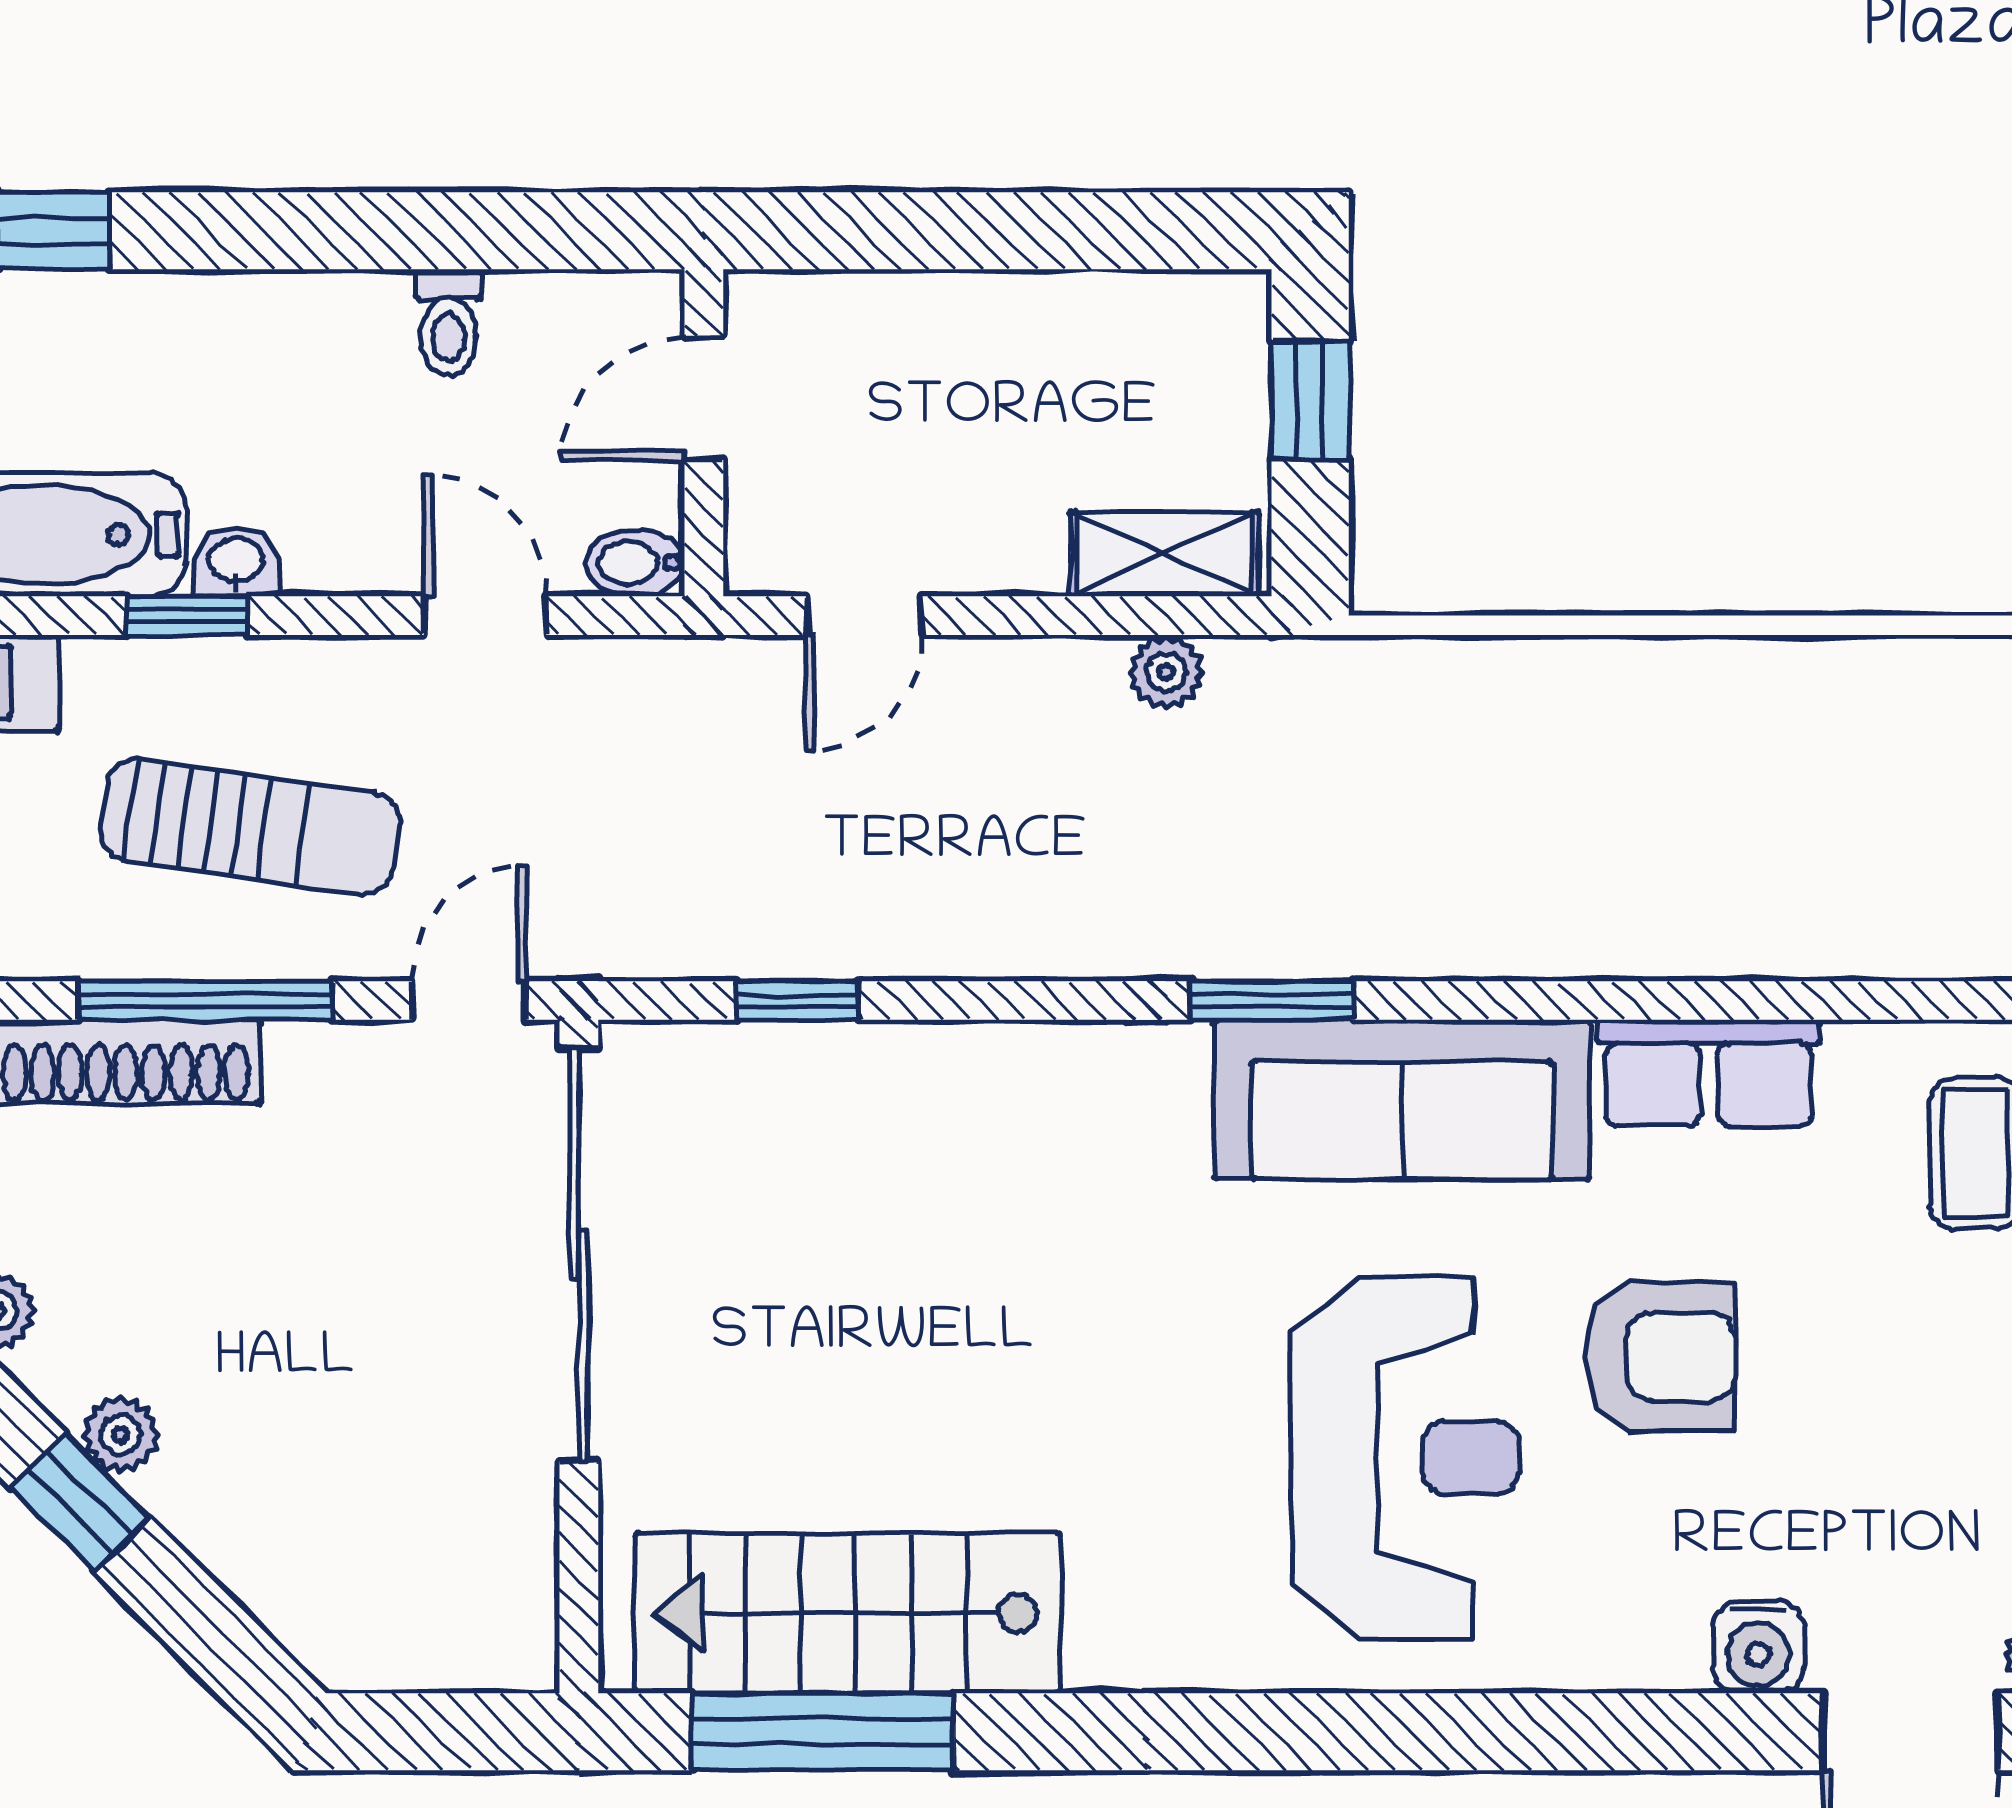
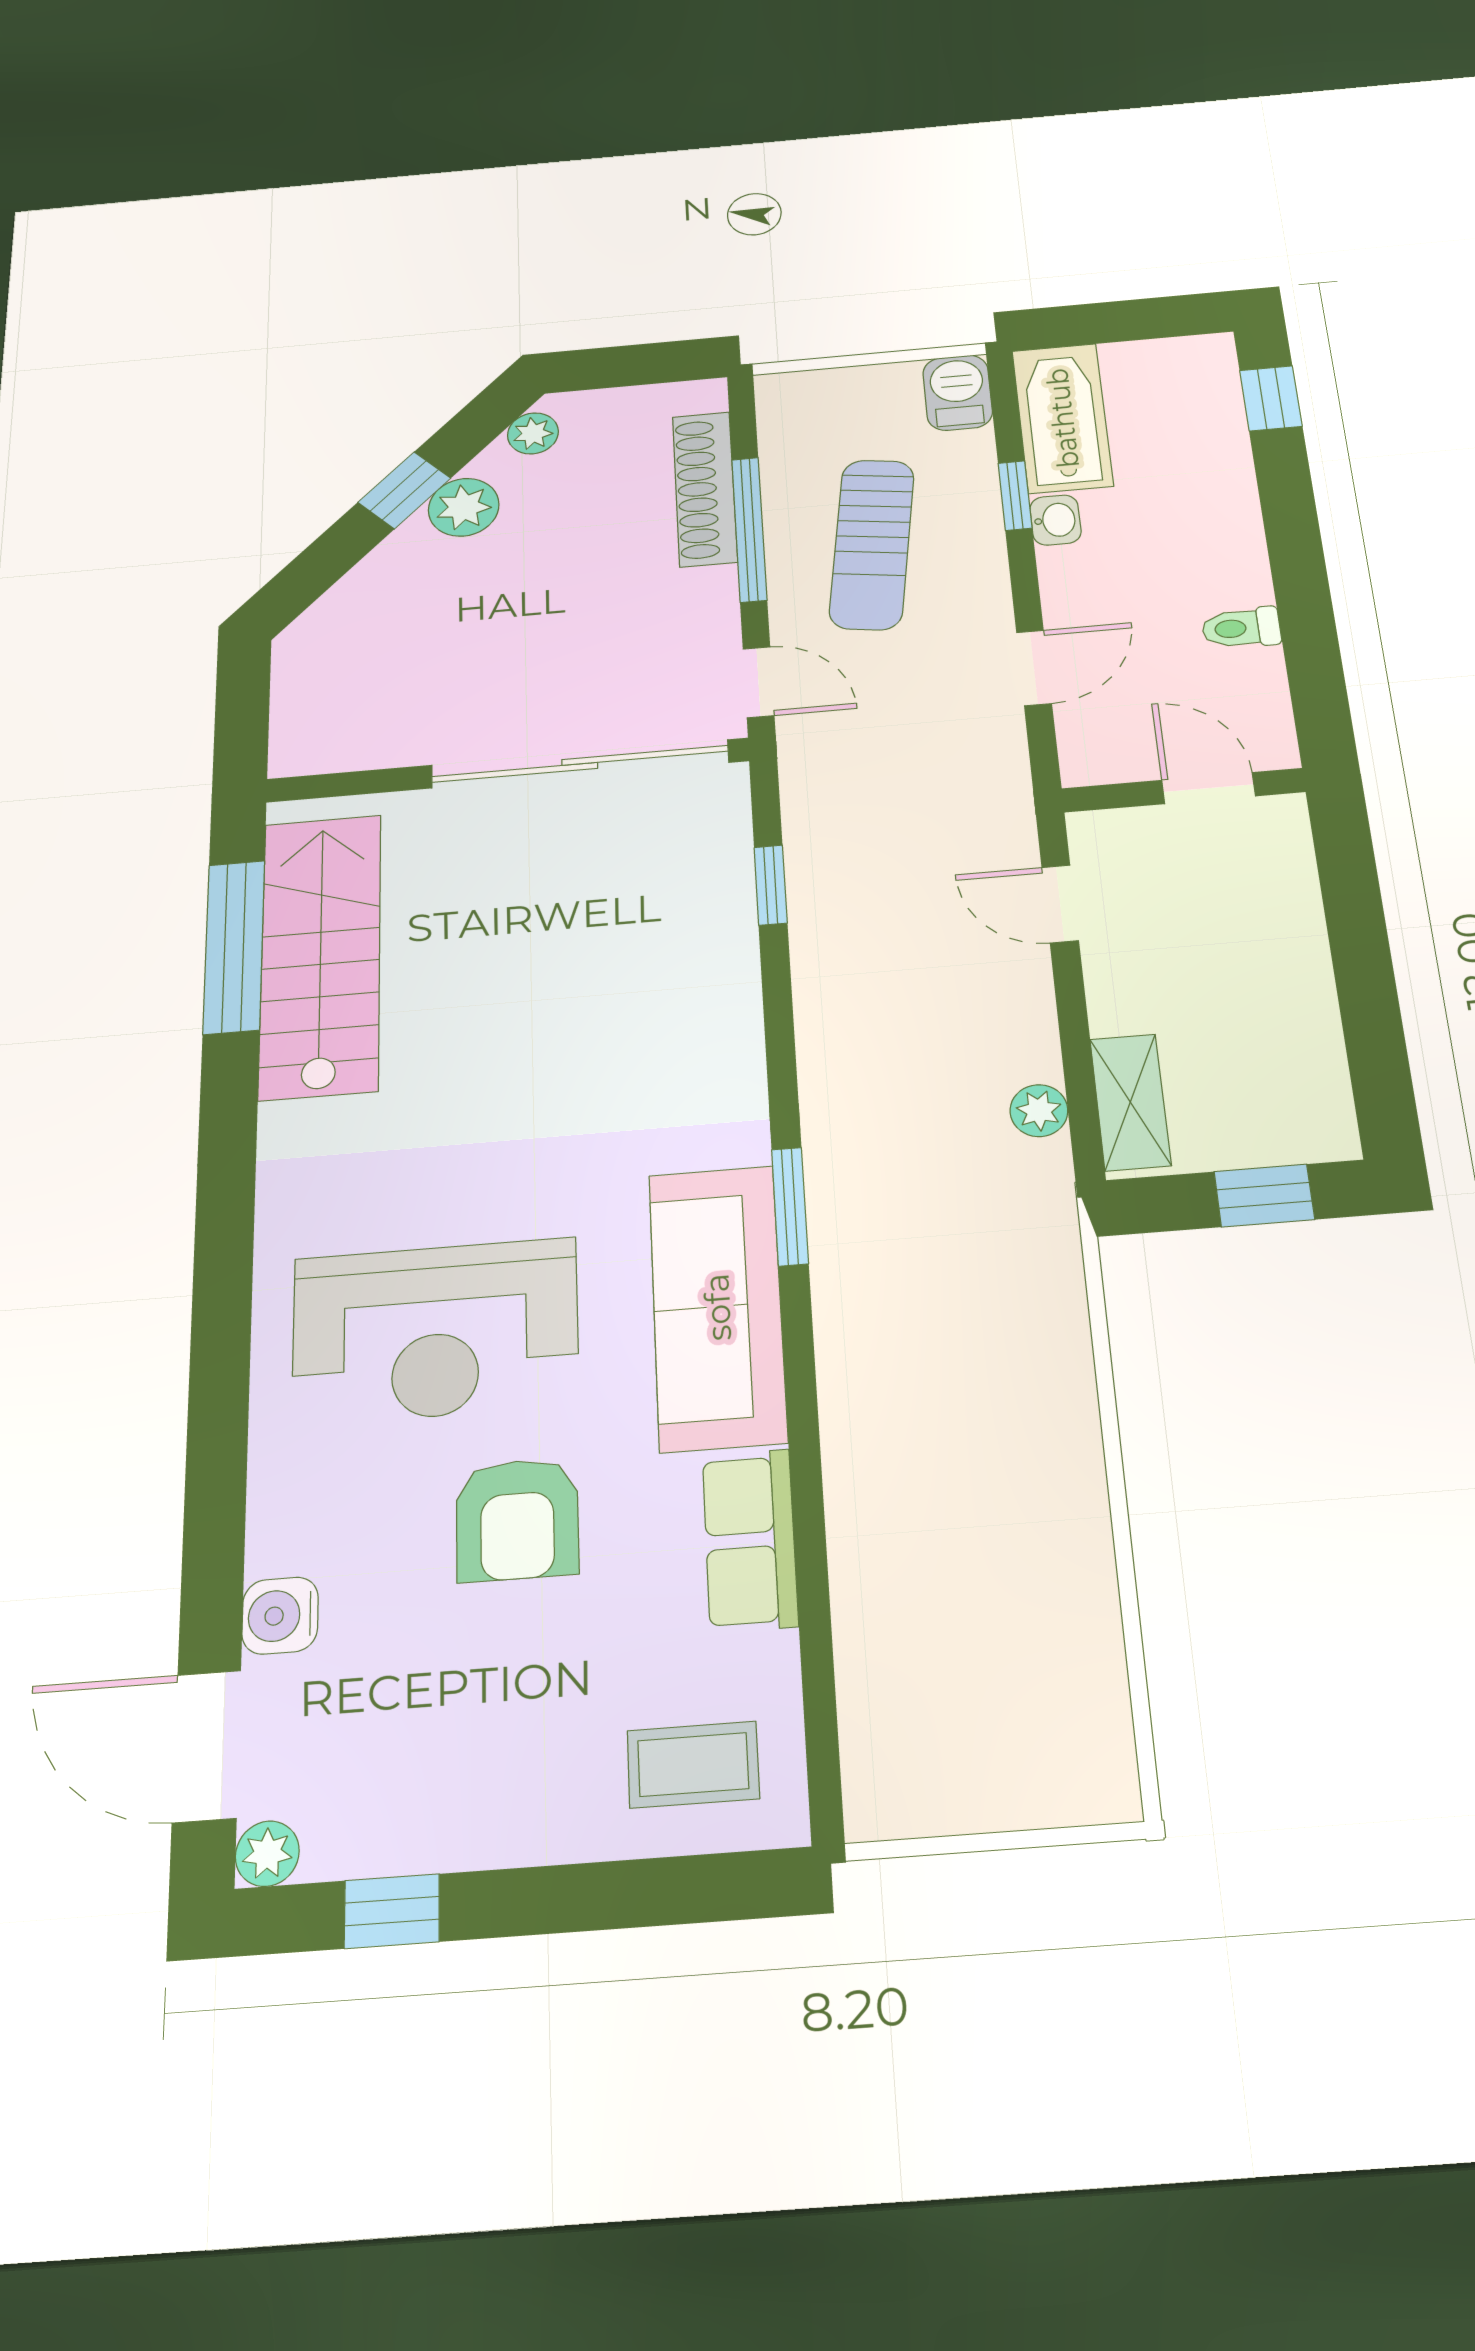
bidet: (636, 563) -> (1082, 756), removed
plant: (120, 1435) -> (464, 507), width x1.38, depth x1.38

